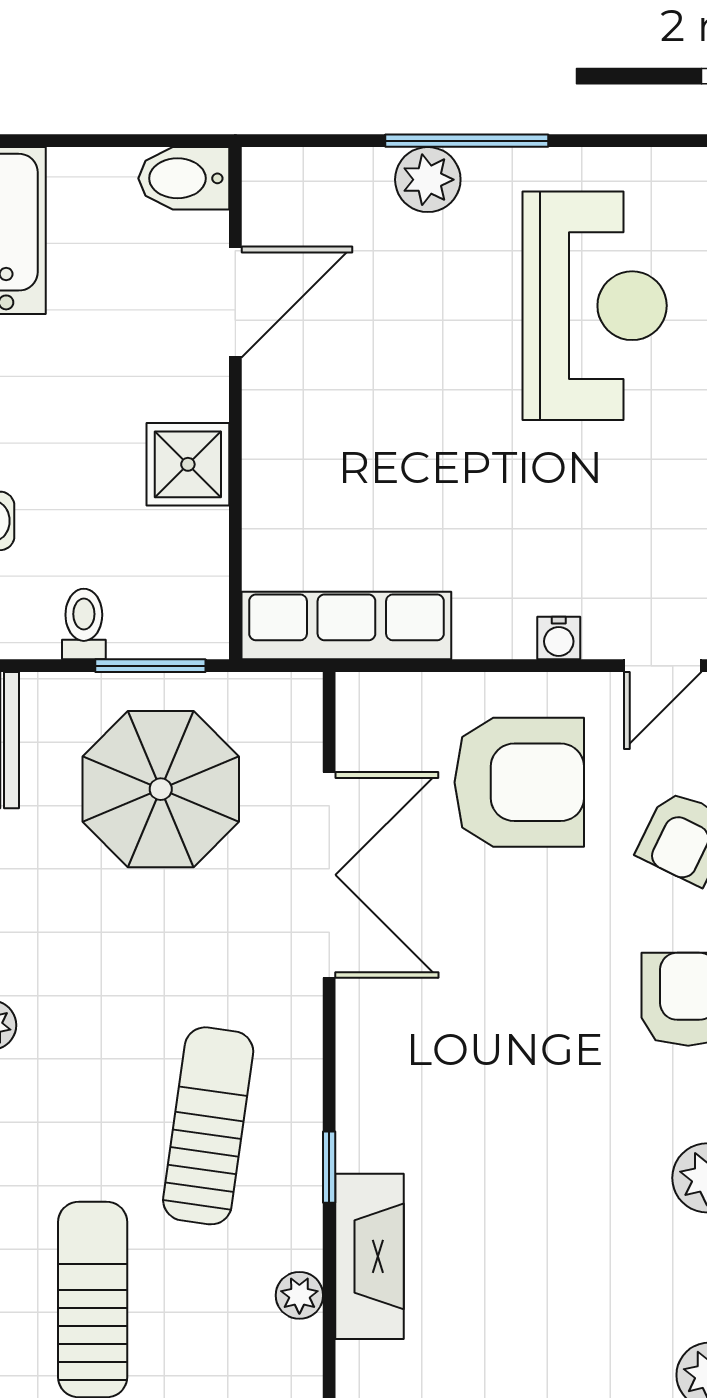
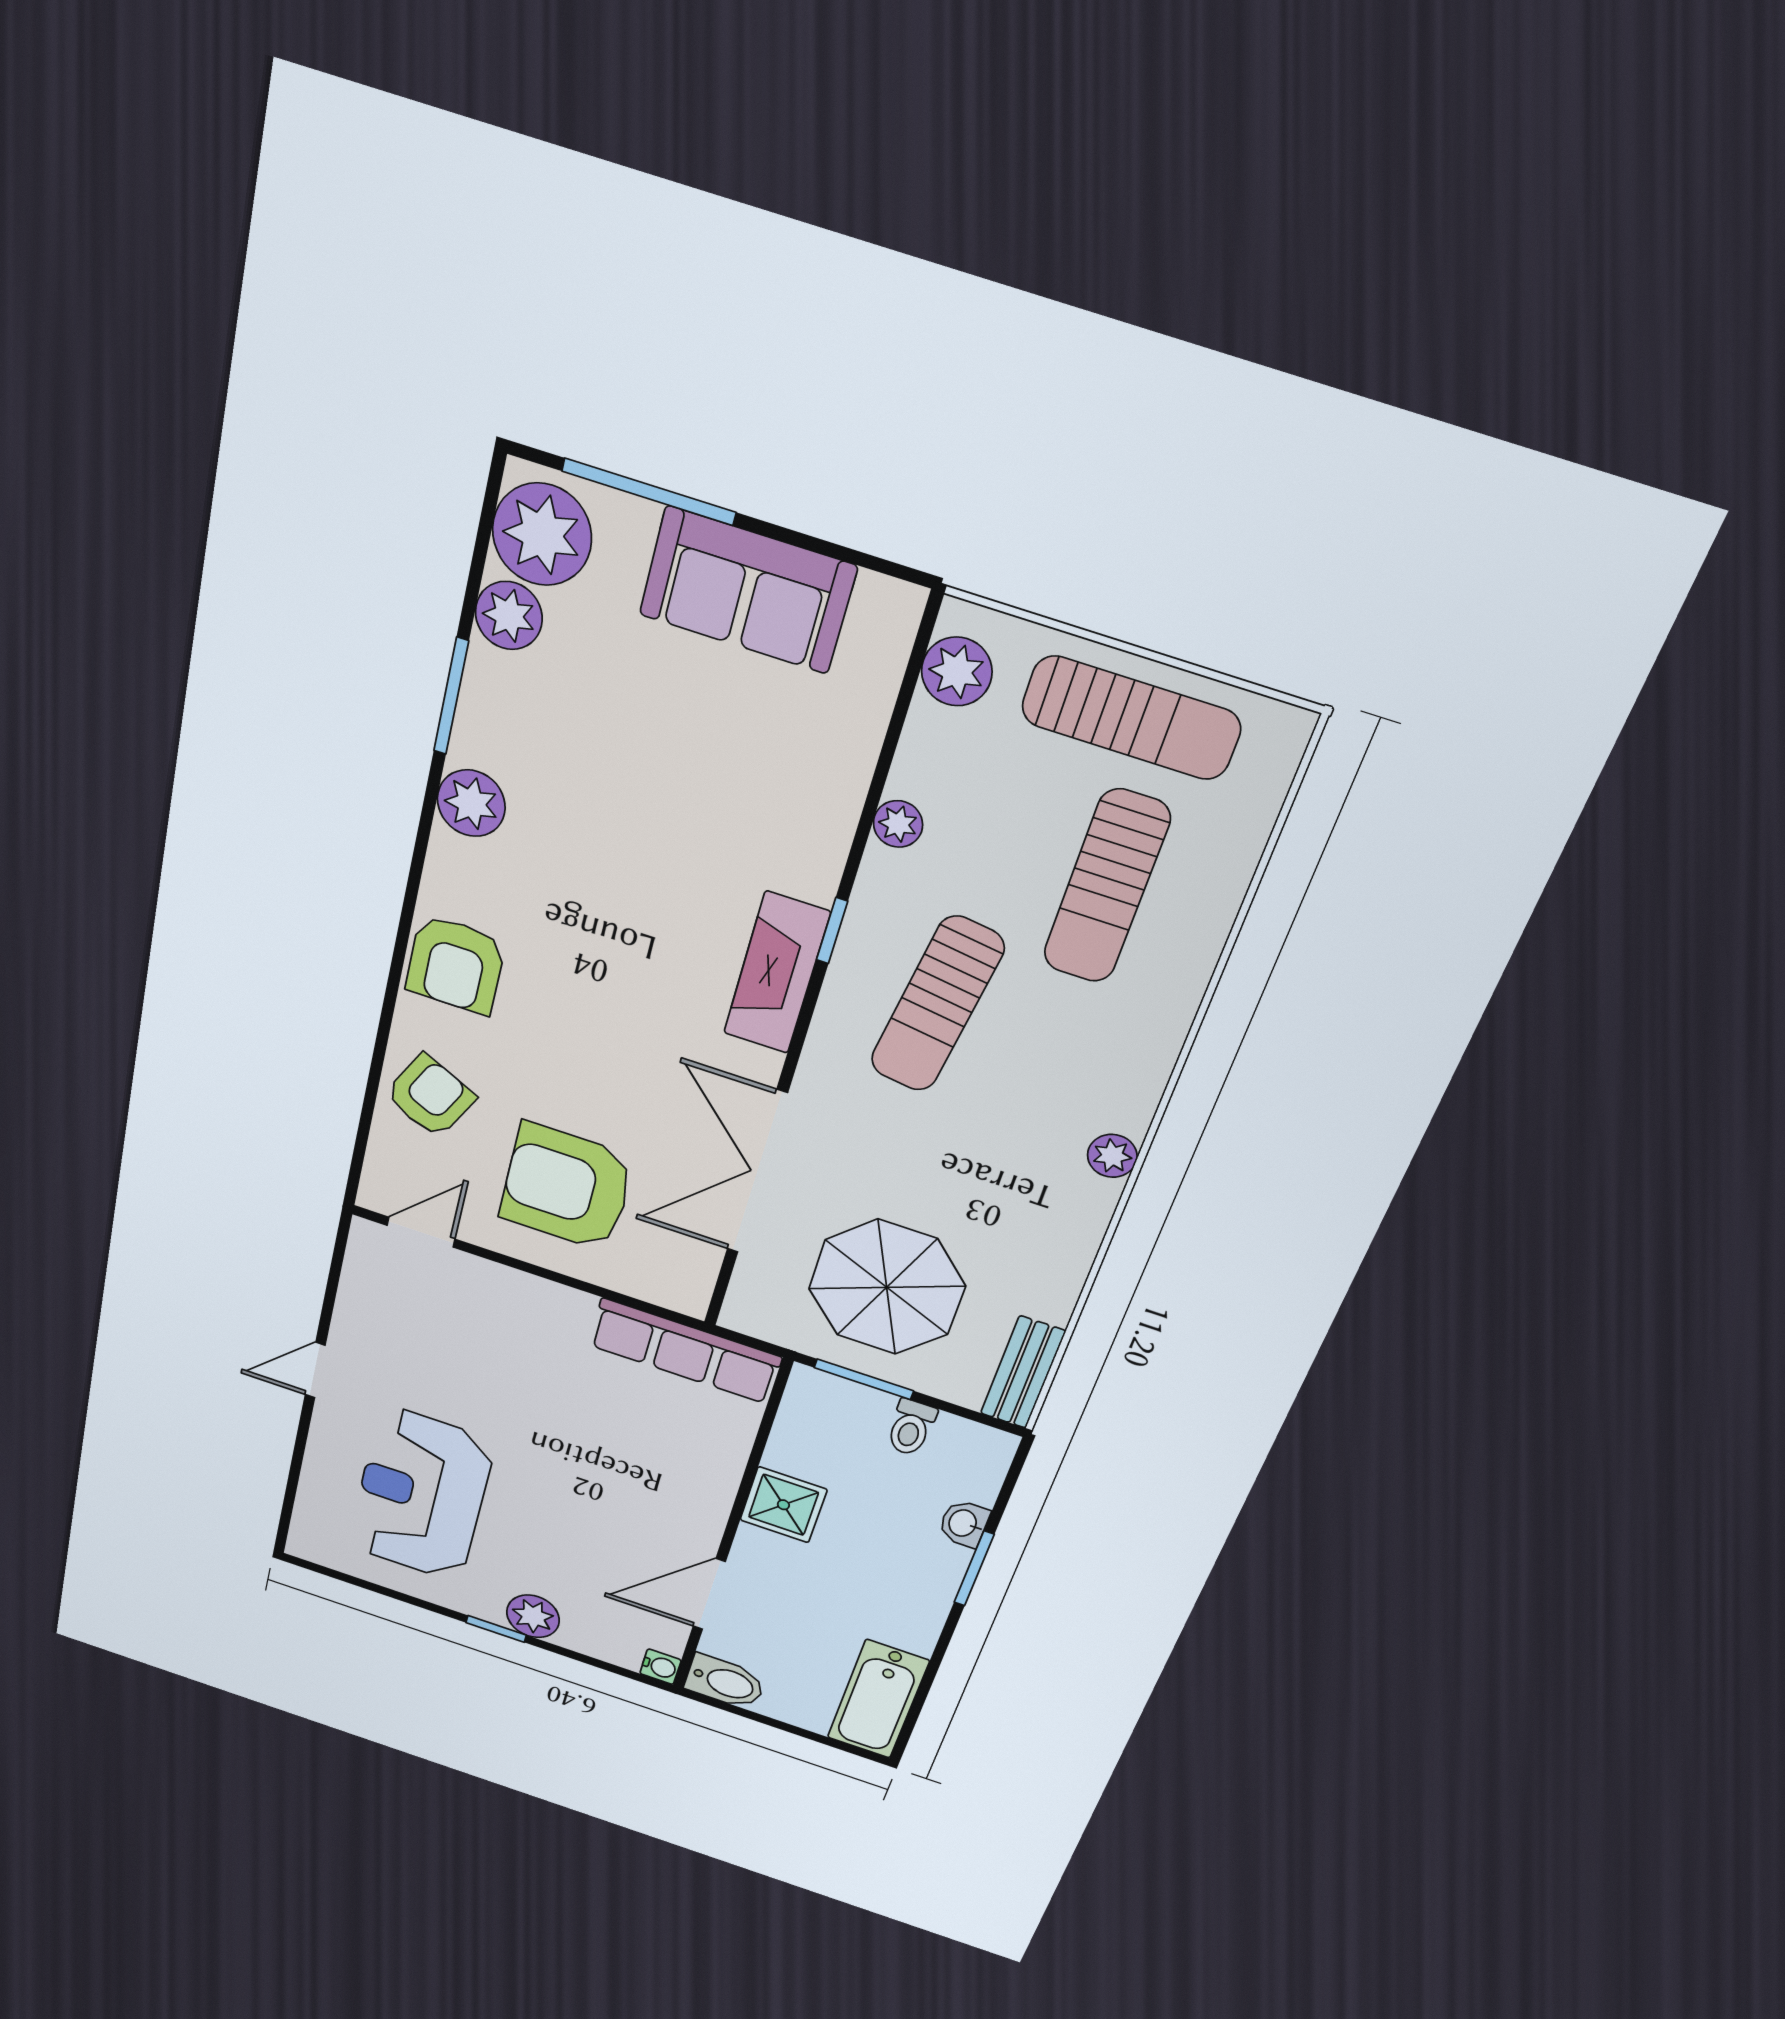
window: (467, 141) -> (496, 1629), width x0.46
water cooler: (559, 638) -> (660, 1667), moved, turned 90
fireplace: (370, 1256) -> (777, 973), moved

